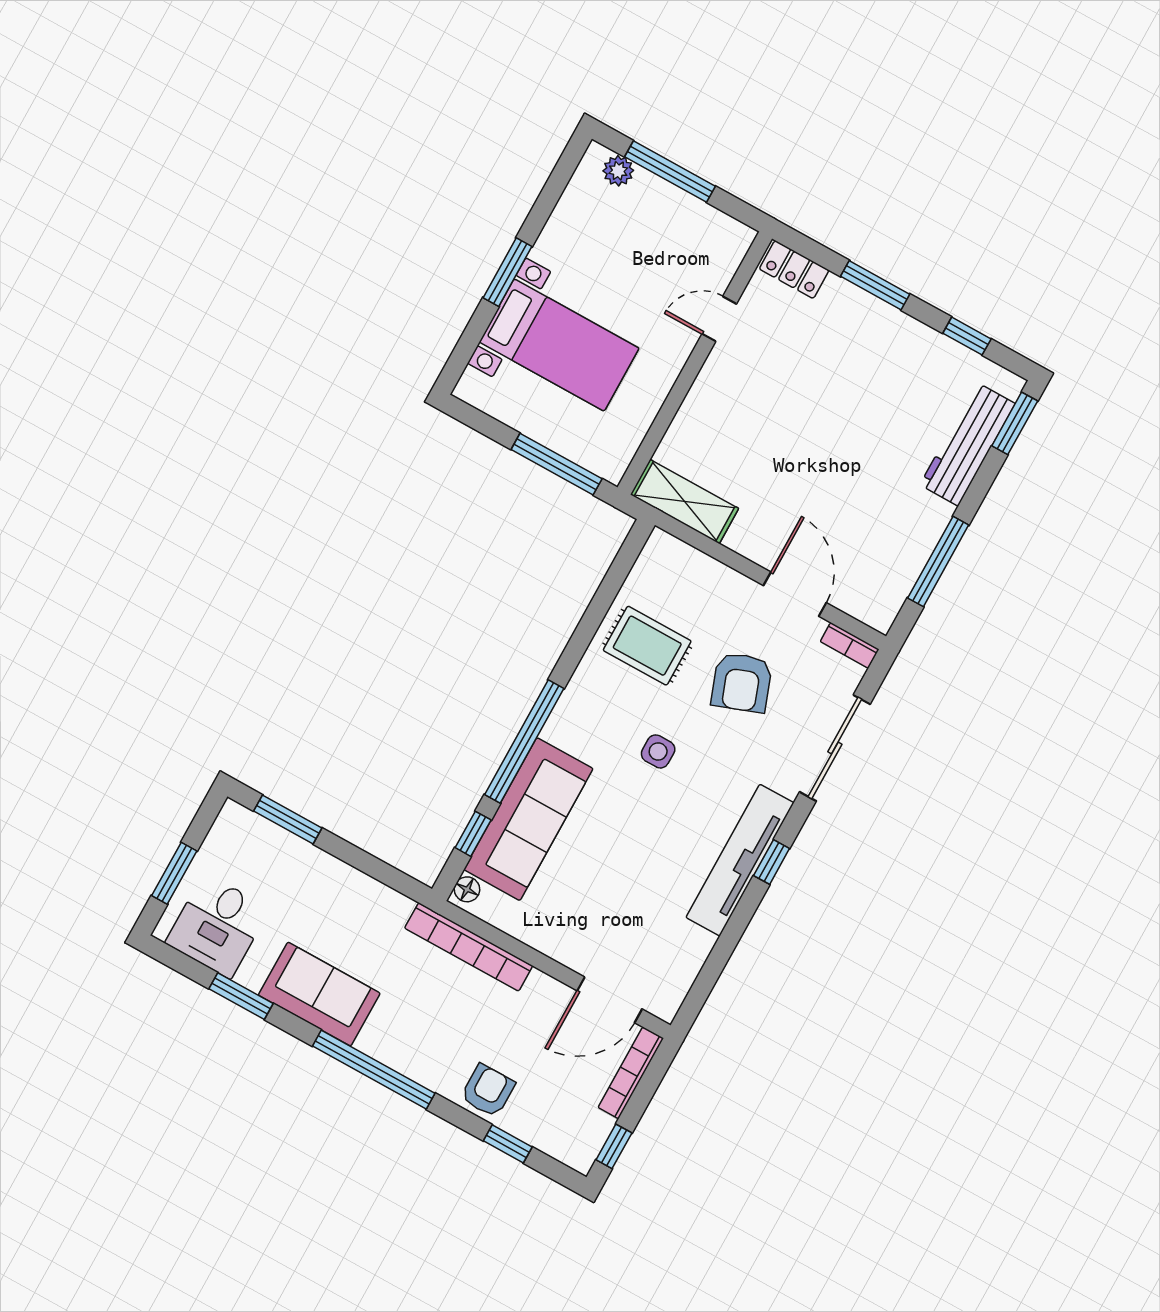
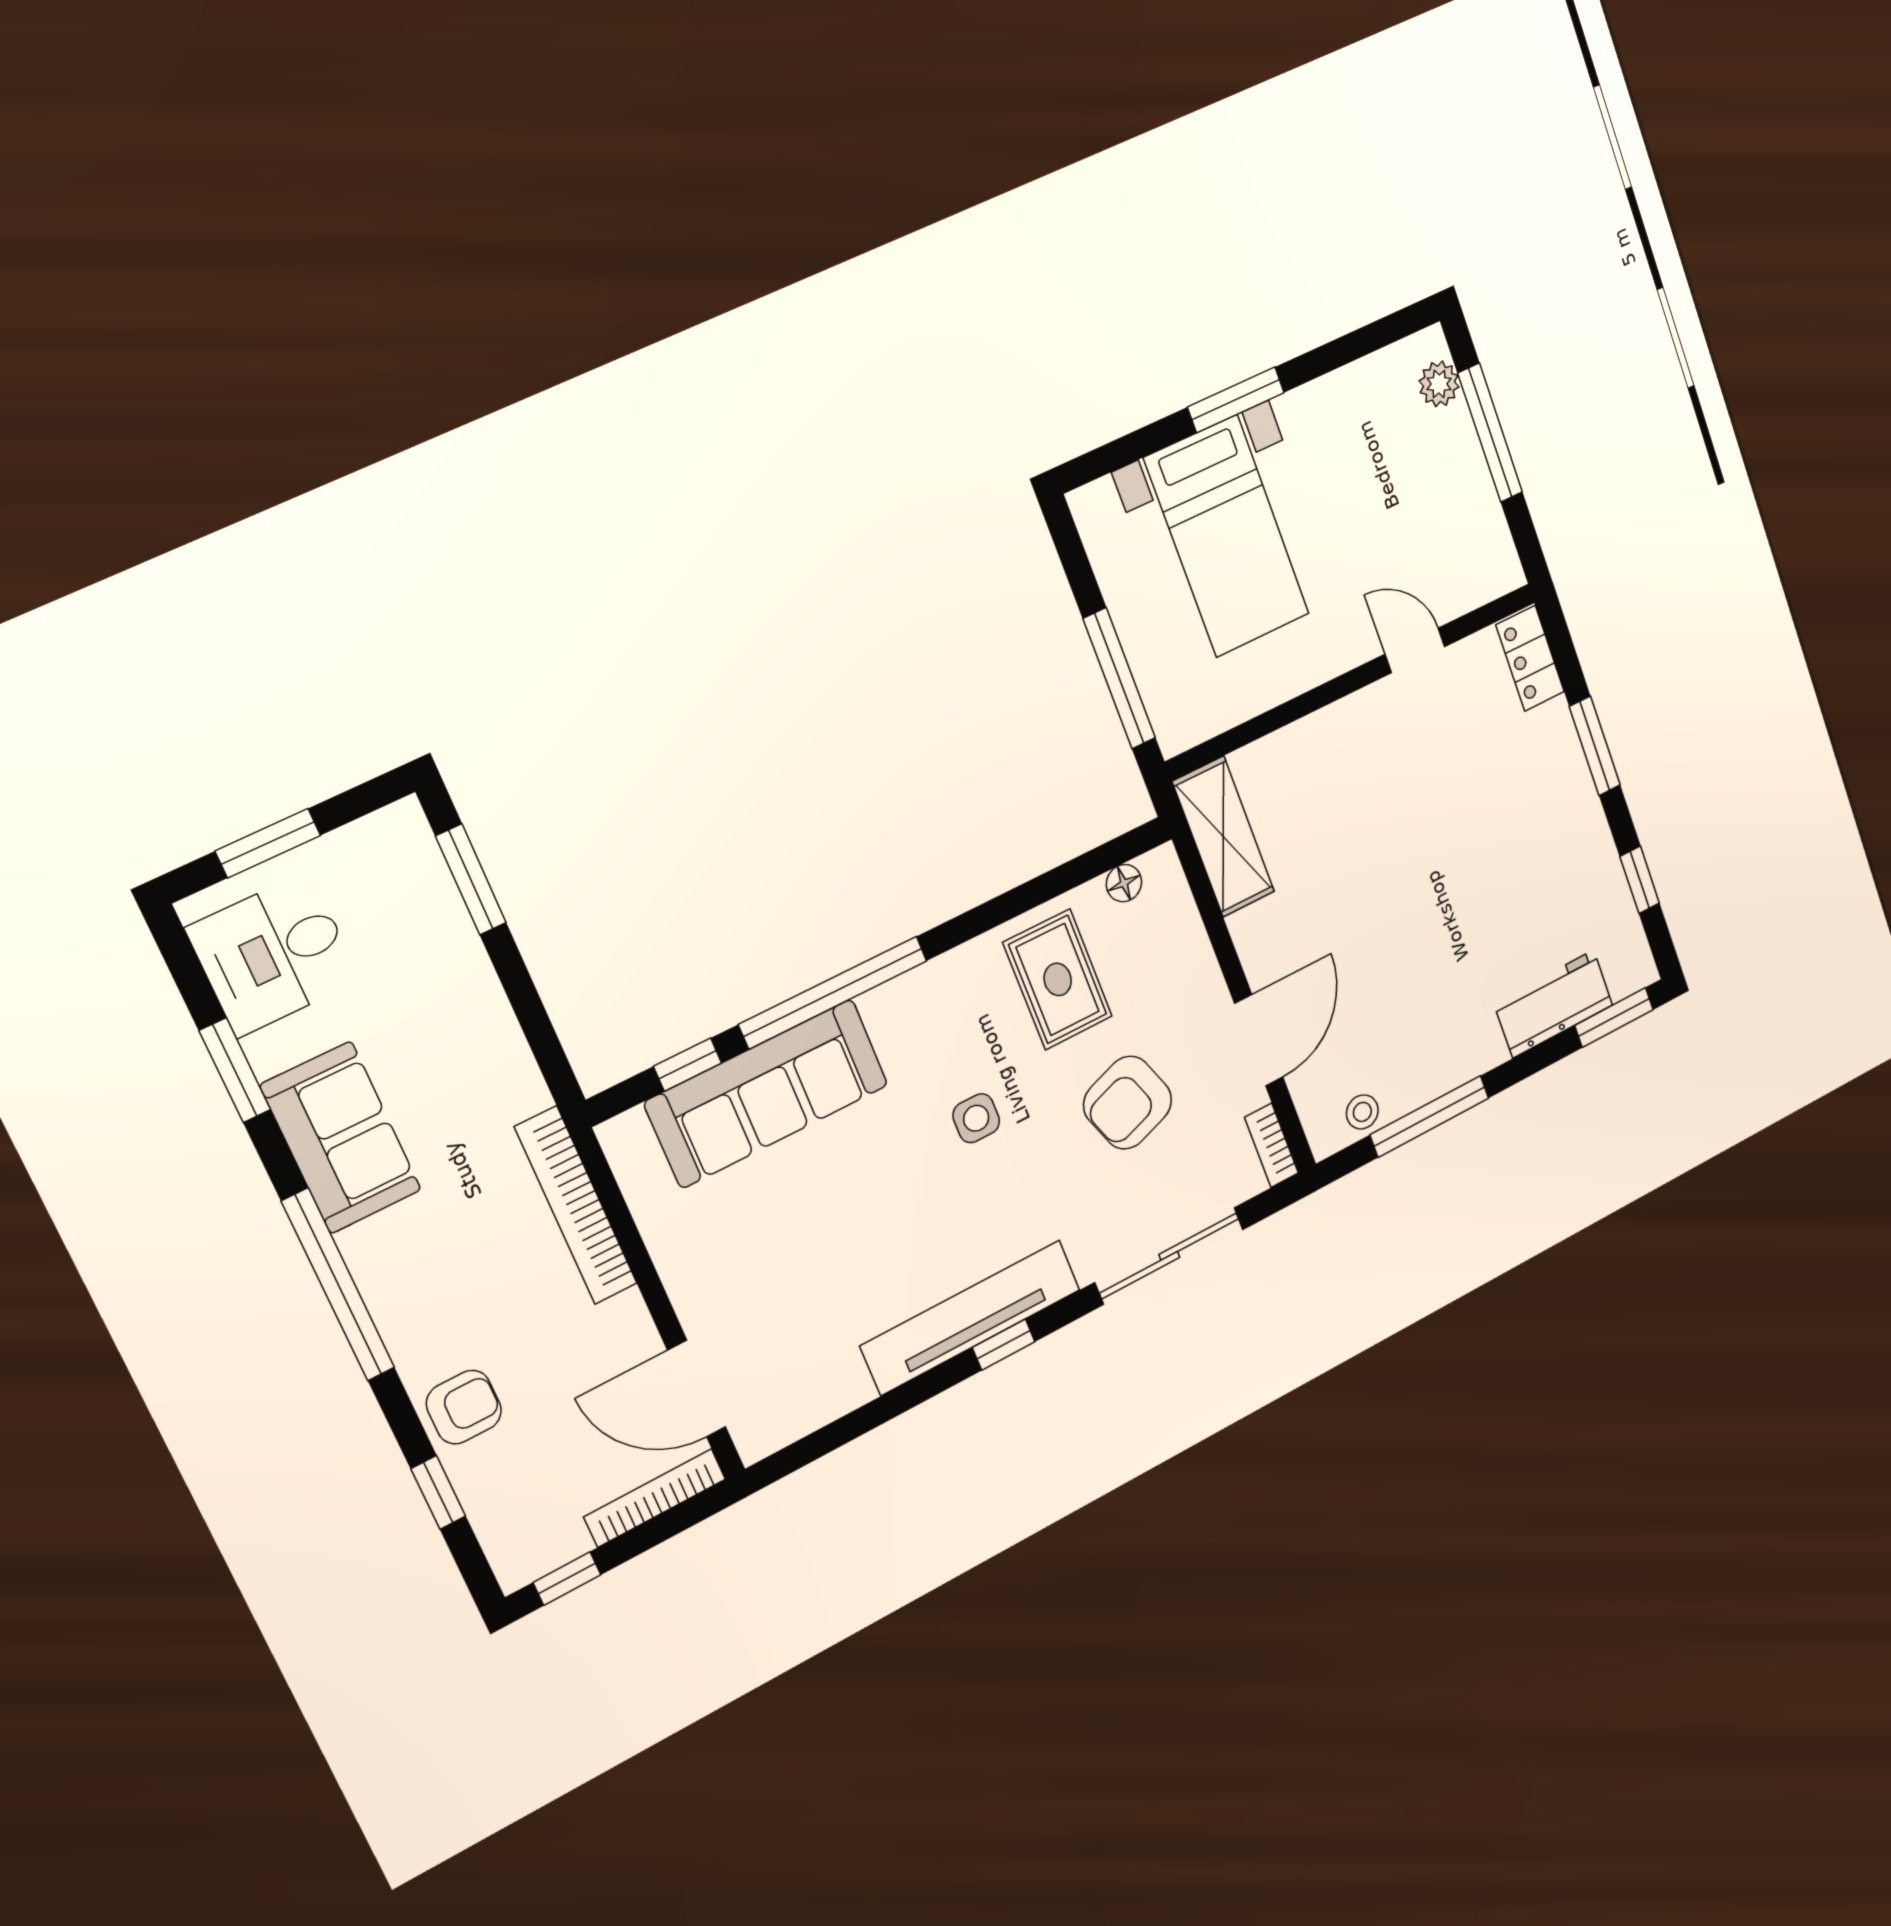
workbench: (968, 444) -> (1553, 1004), width x0.73
stool: (893, 588) -> (1362, 1112), added
floor lamp: (467, 889) -> (1124, 883), moved

